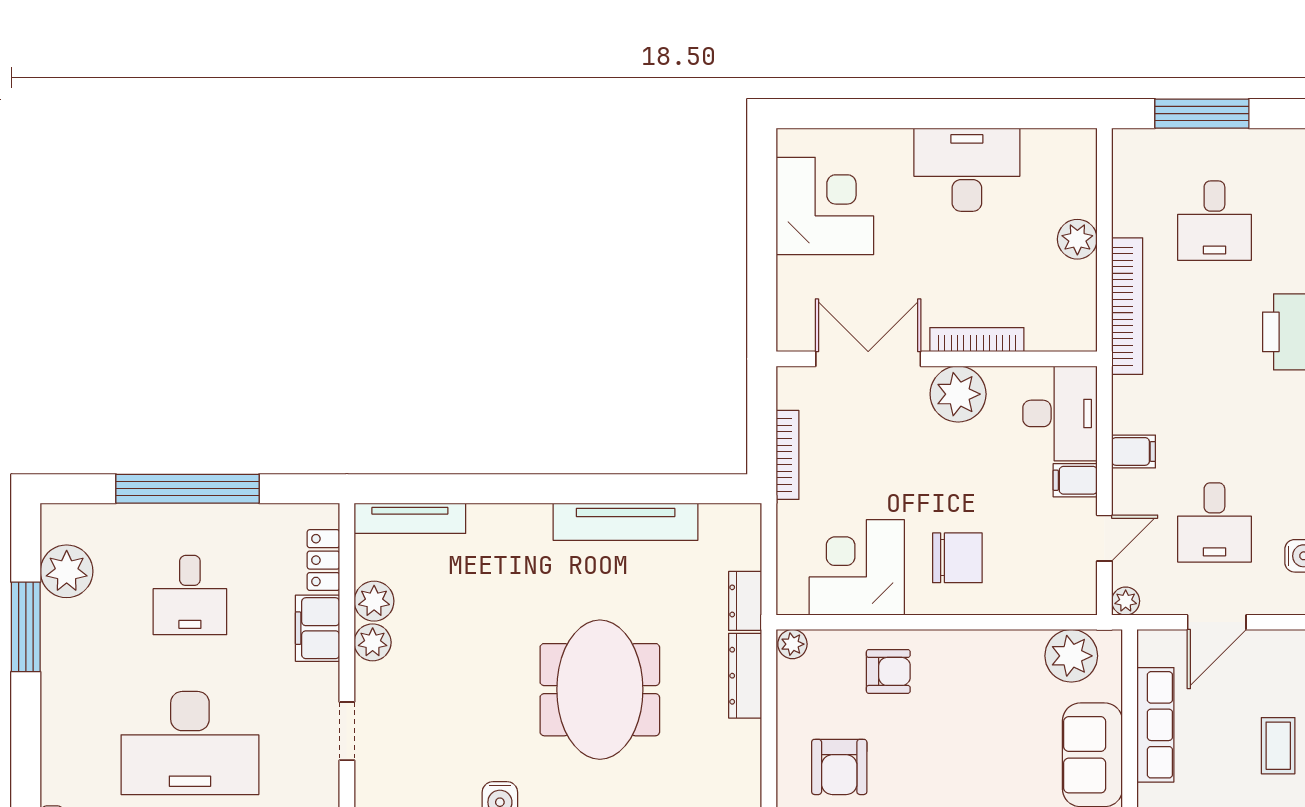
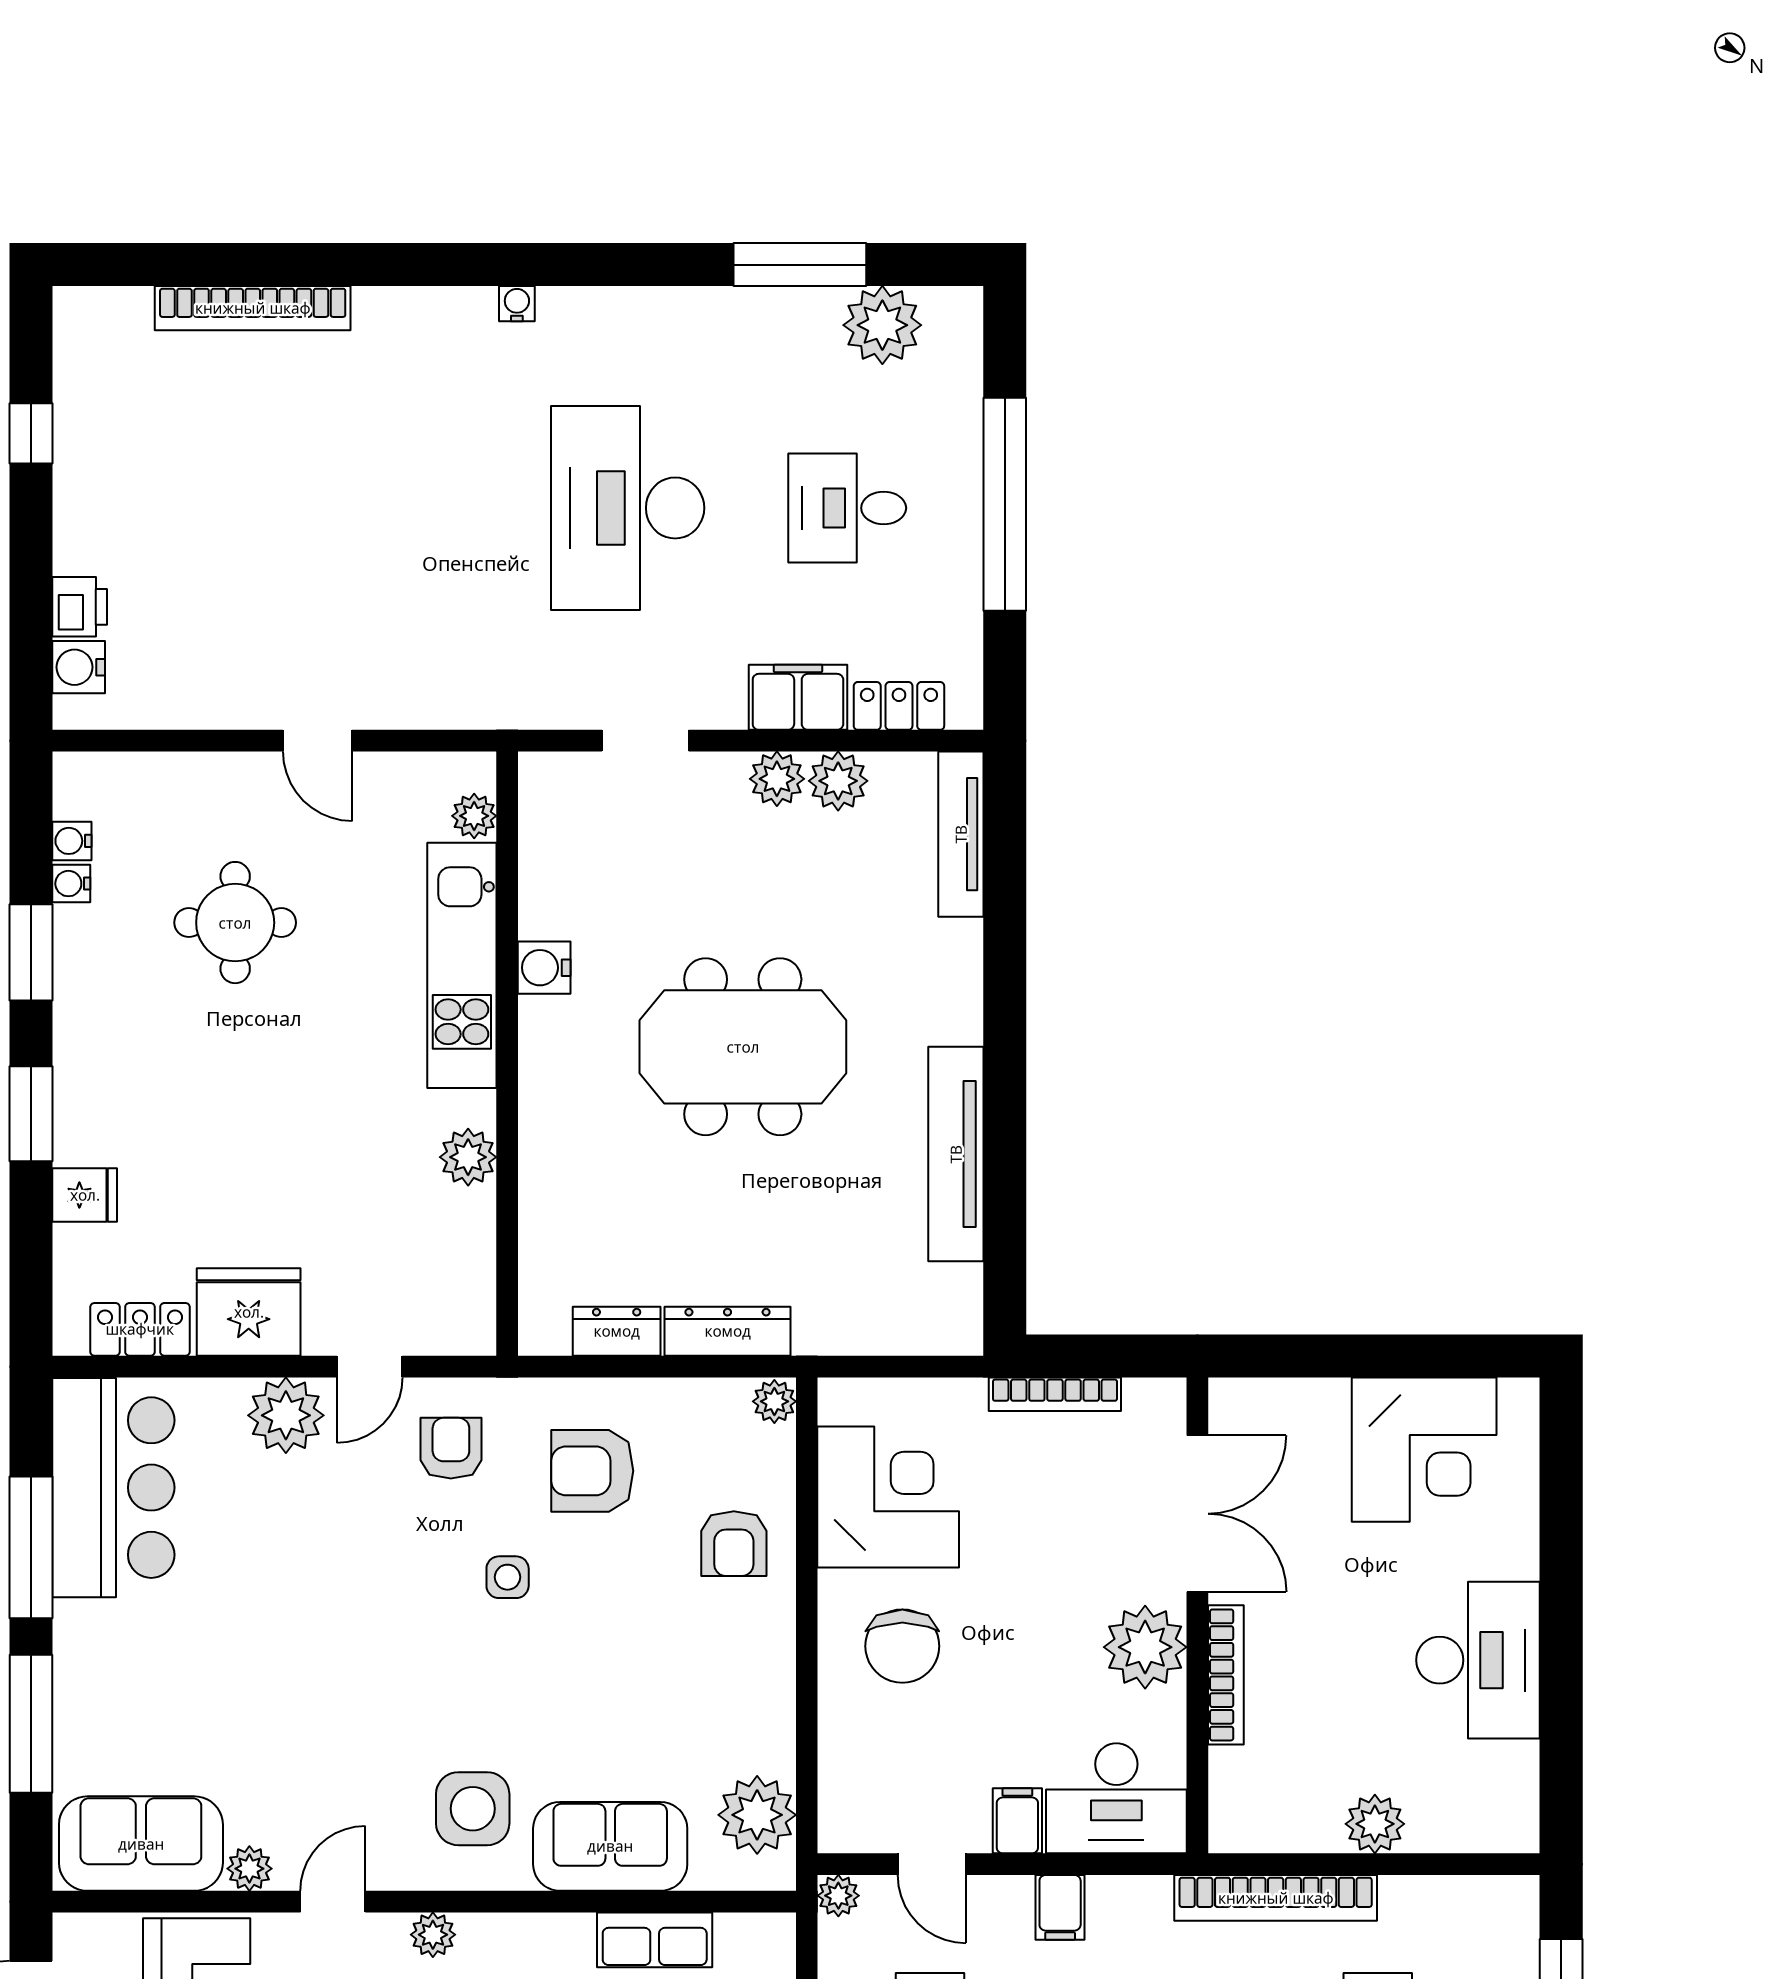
dresser: (745, 601) -> (617, 1331), moved
meeting table: (600, 690) -> (743, 1047), moved
row of seats: (1155, 725) -> (655, 1940), width x0.68

